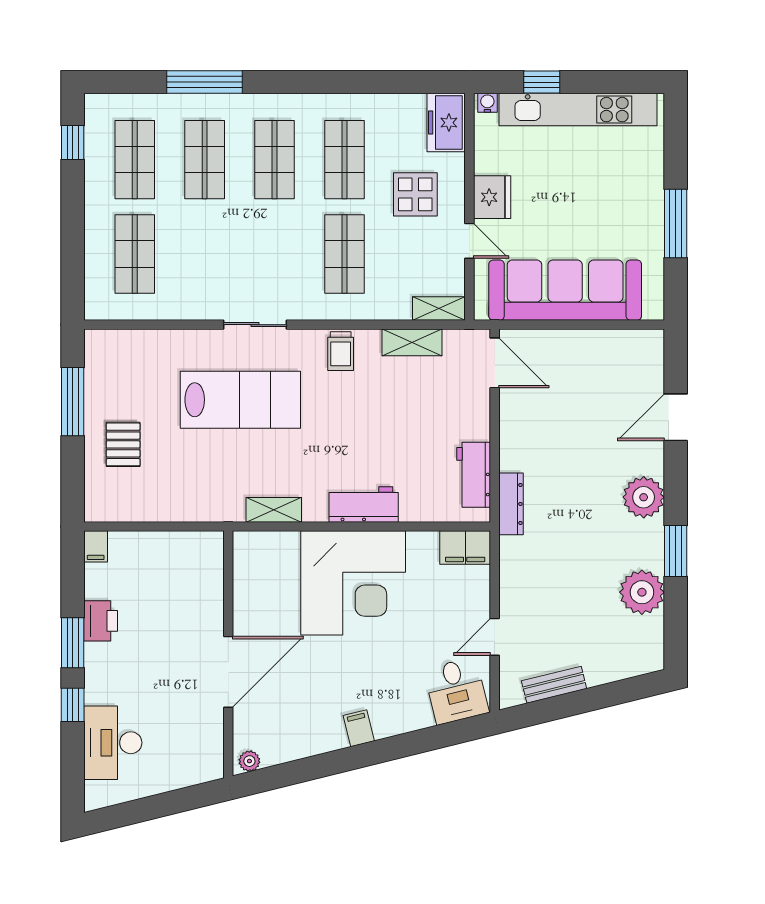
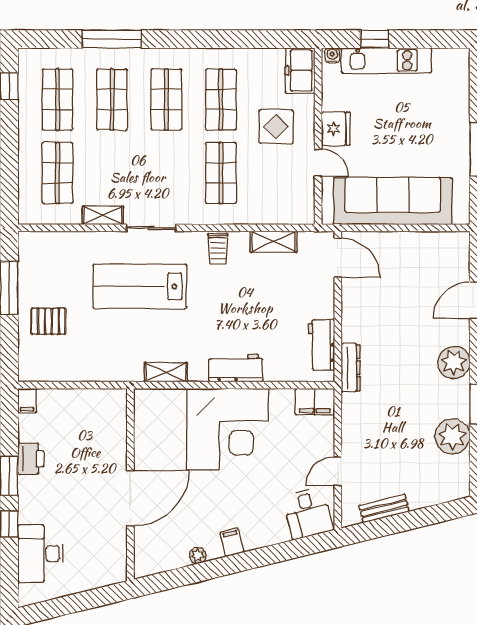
kitchen unit: (578, 110) -> (386, 60), width x0.73
shelving: (439, 309) -> (103, 215), moved
lab bench: (240, 400) -> (140, 286), turned 180
pallet: (123, 444) -> (48, 321), turned 90
plant: (249, 761) -> (198, 555), moved

